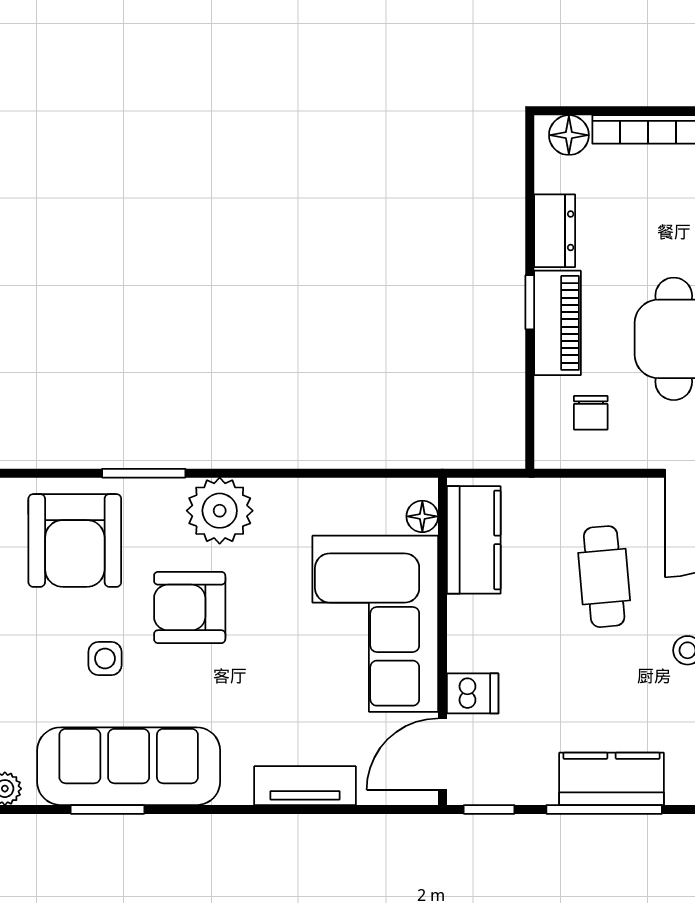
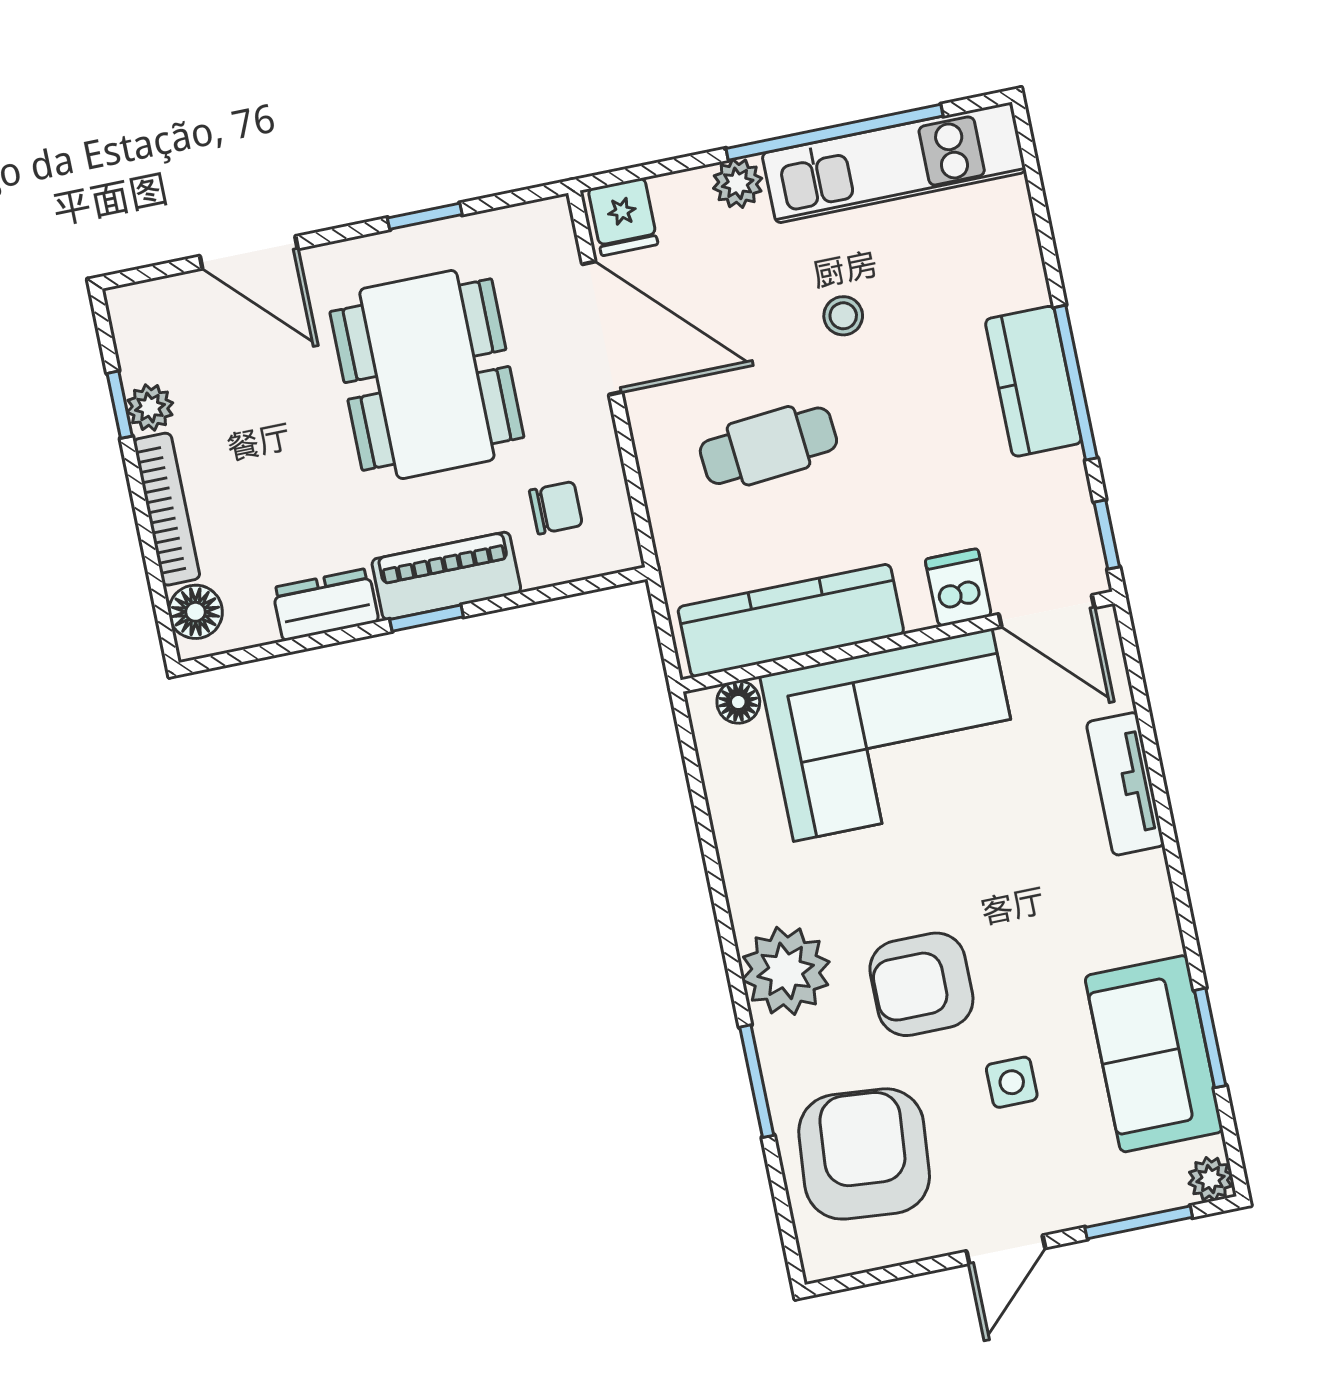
armchair: (75, 540) -> (864, 1154), turned -85
kitchen counter: (474, 540) -> (791, 621), width x1.50
armchair: (190, 607) -> (921, 984), turned 90
sofa: (129, 766) -> (1154, 1054), width x0.73

